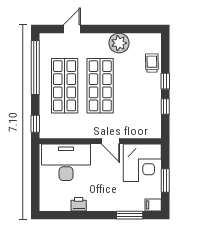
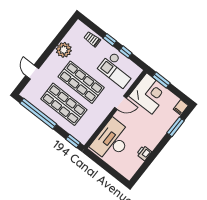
checkout: (141, 112) -> (117, 70), added
window: (165, 181) -> (161, 80), moved

